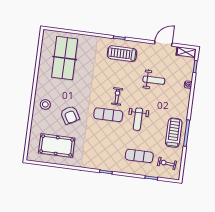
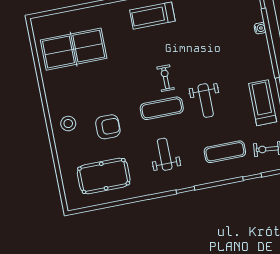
table tennis table: (65, 58) -> (74, 49), turned 90
weight bench: (154, 80) -> (165, 154), moved, turned -90
armchair: (70, 115) -> (108, 127), turned -60

